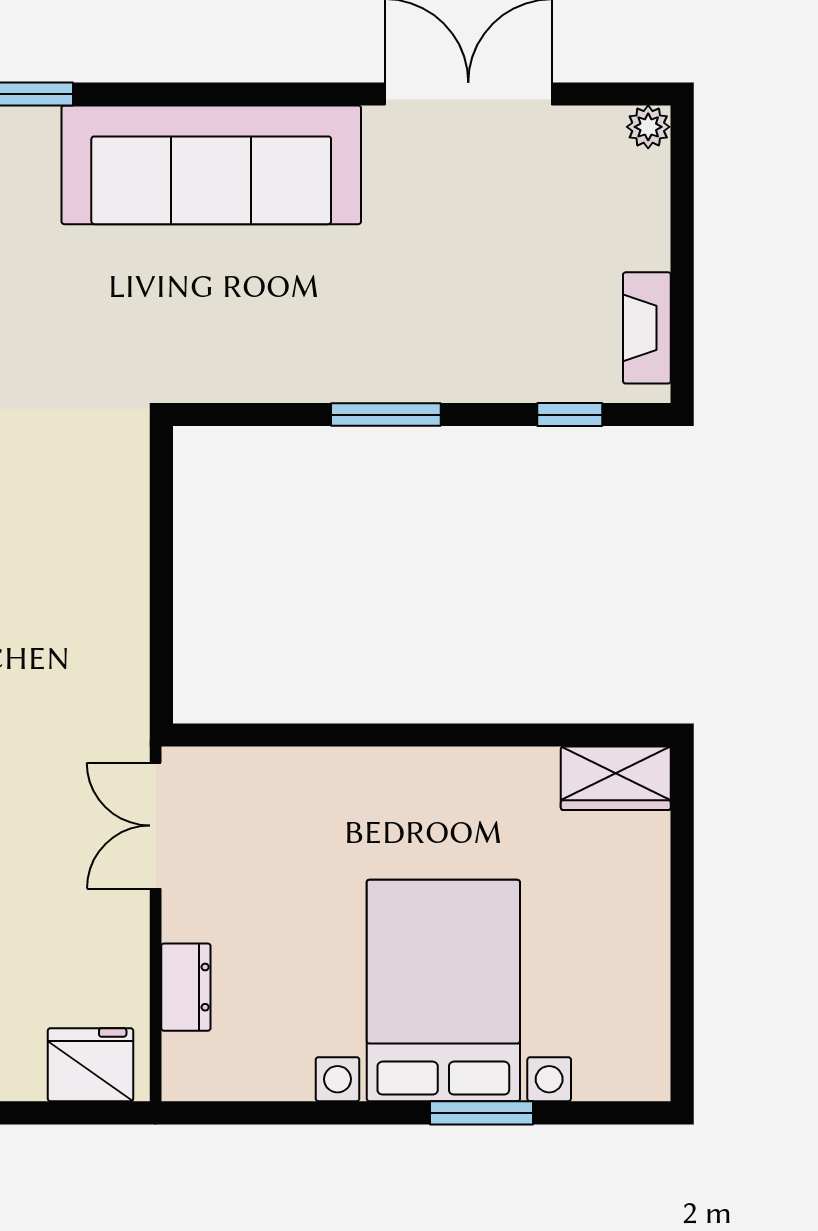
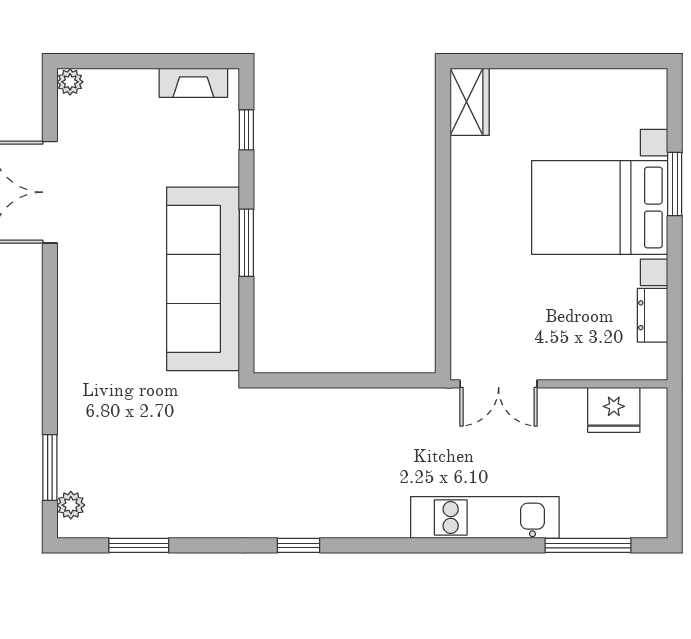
sofa: (211, 165) -> (203, 279), moved, turned 180
dresser: (186, 987) -> (653, 315), moved, turned -90
fridge: (90, 1065) -> (614, 410), moved, turned -90

